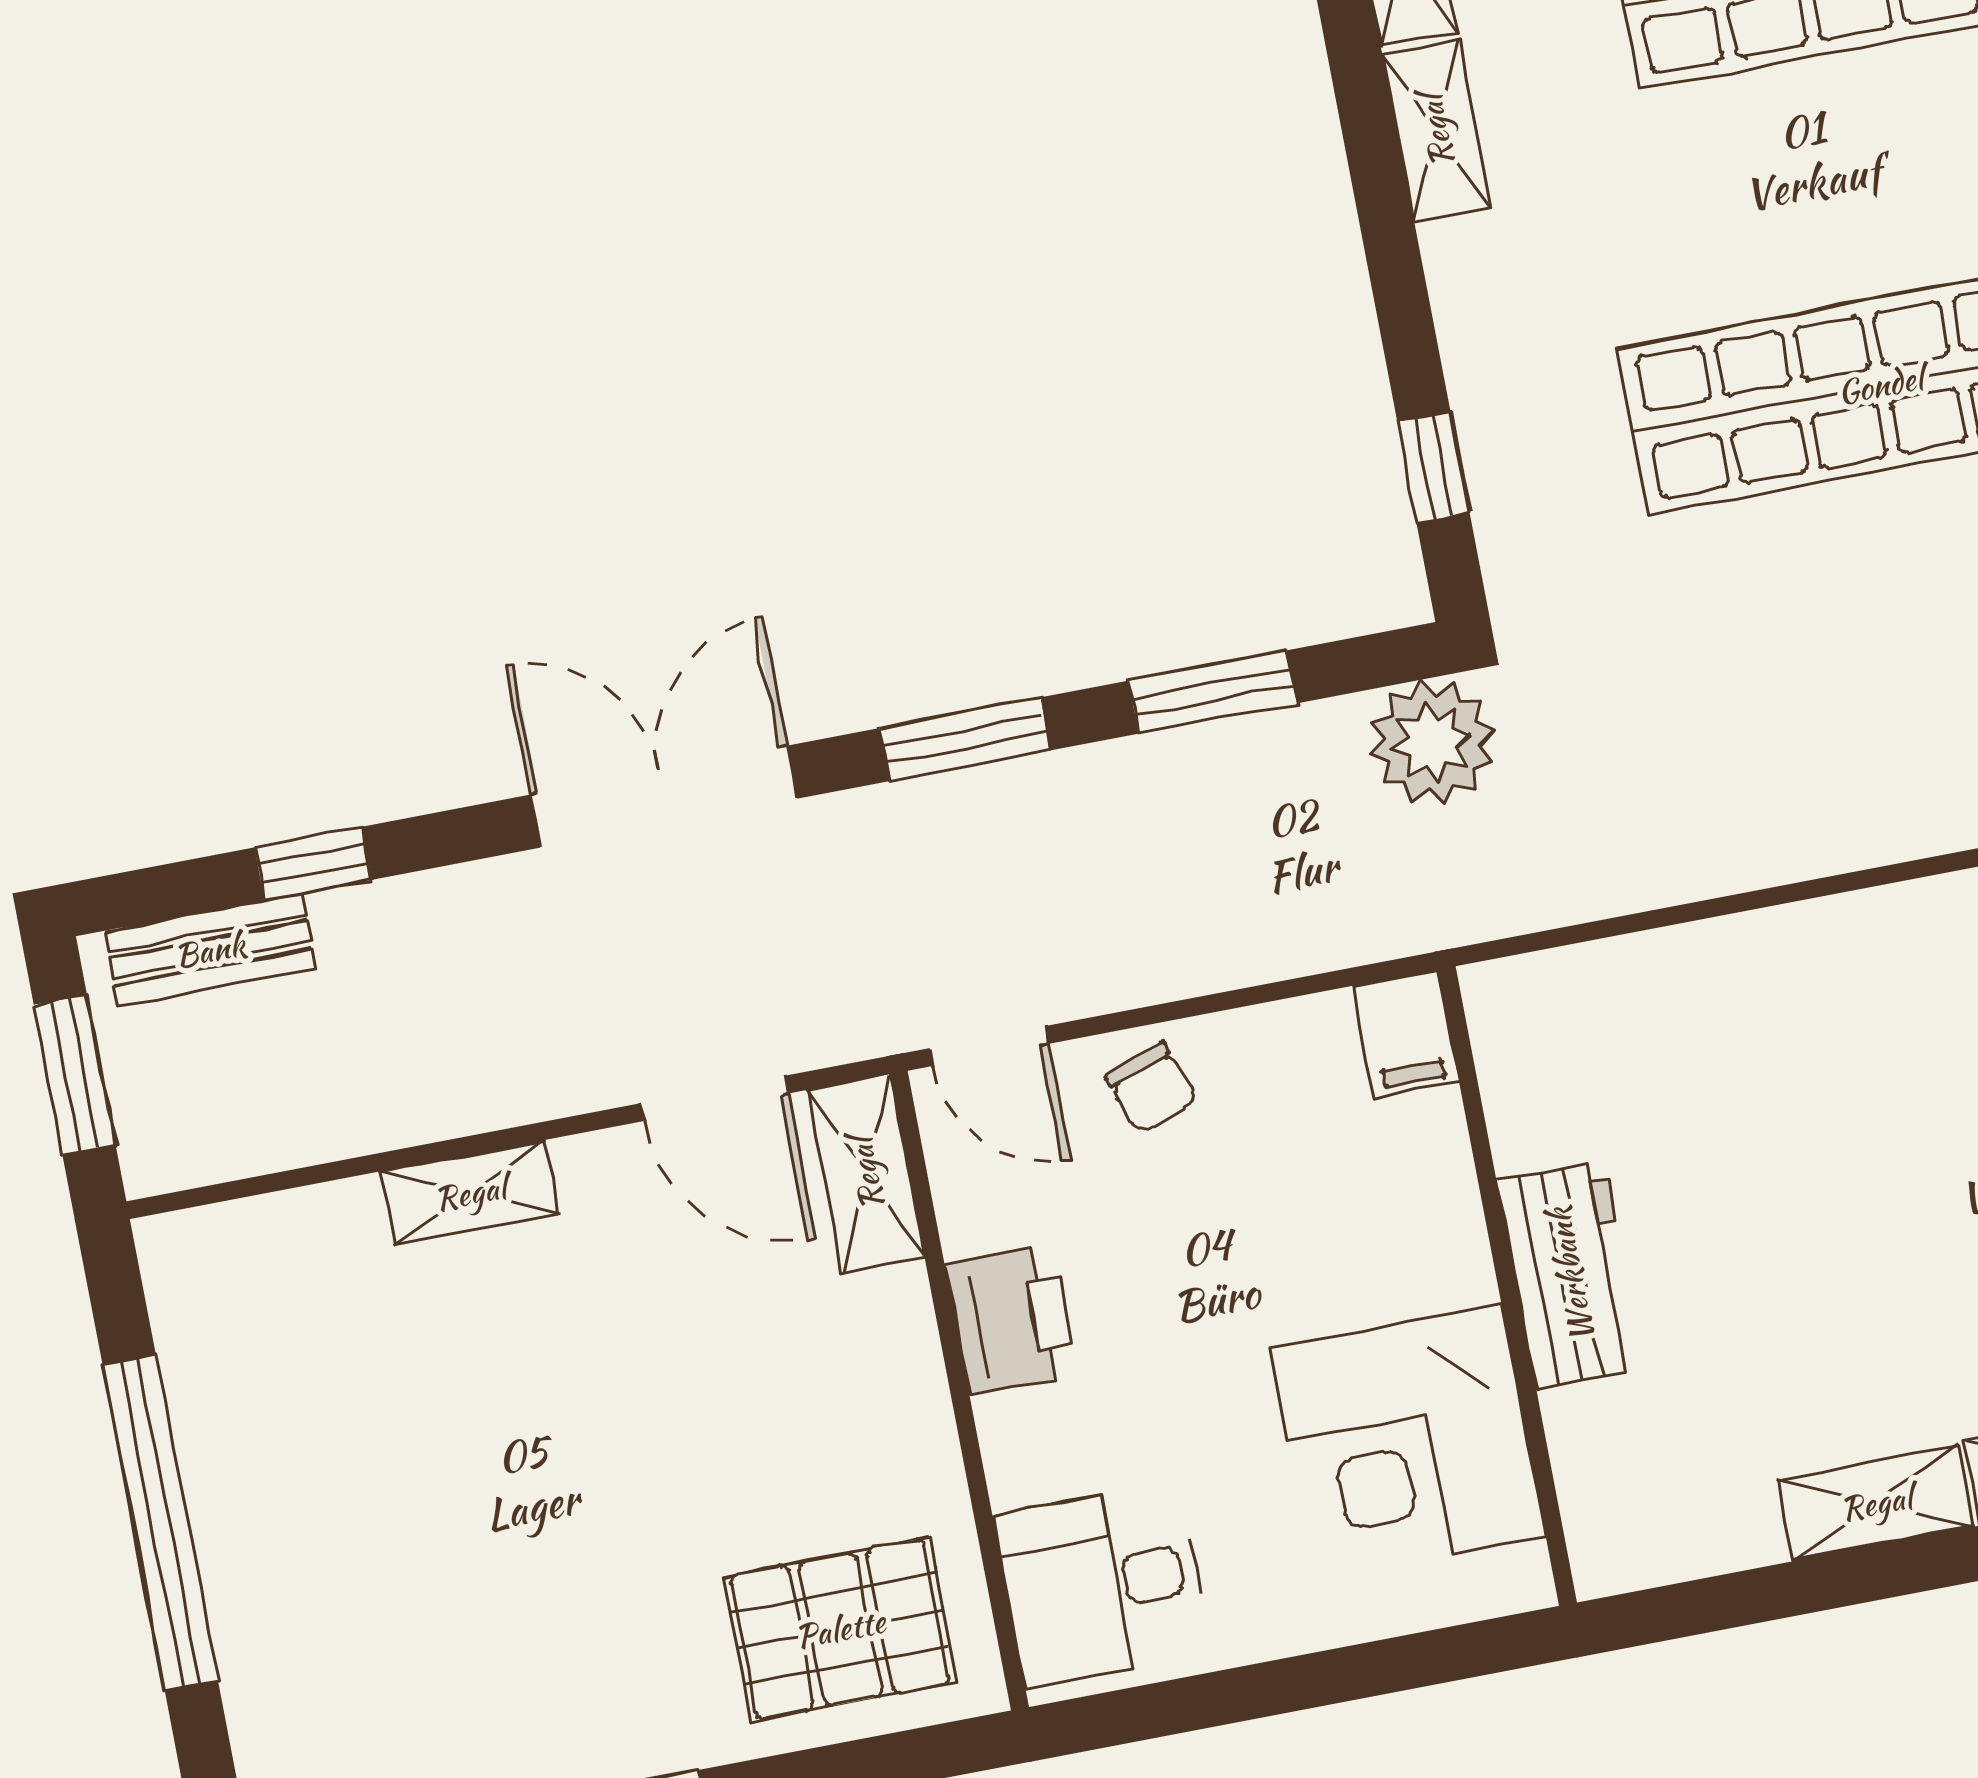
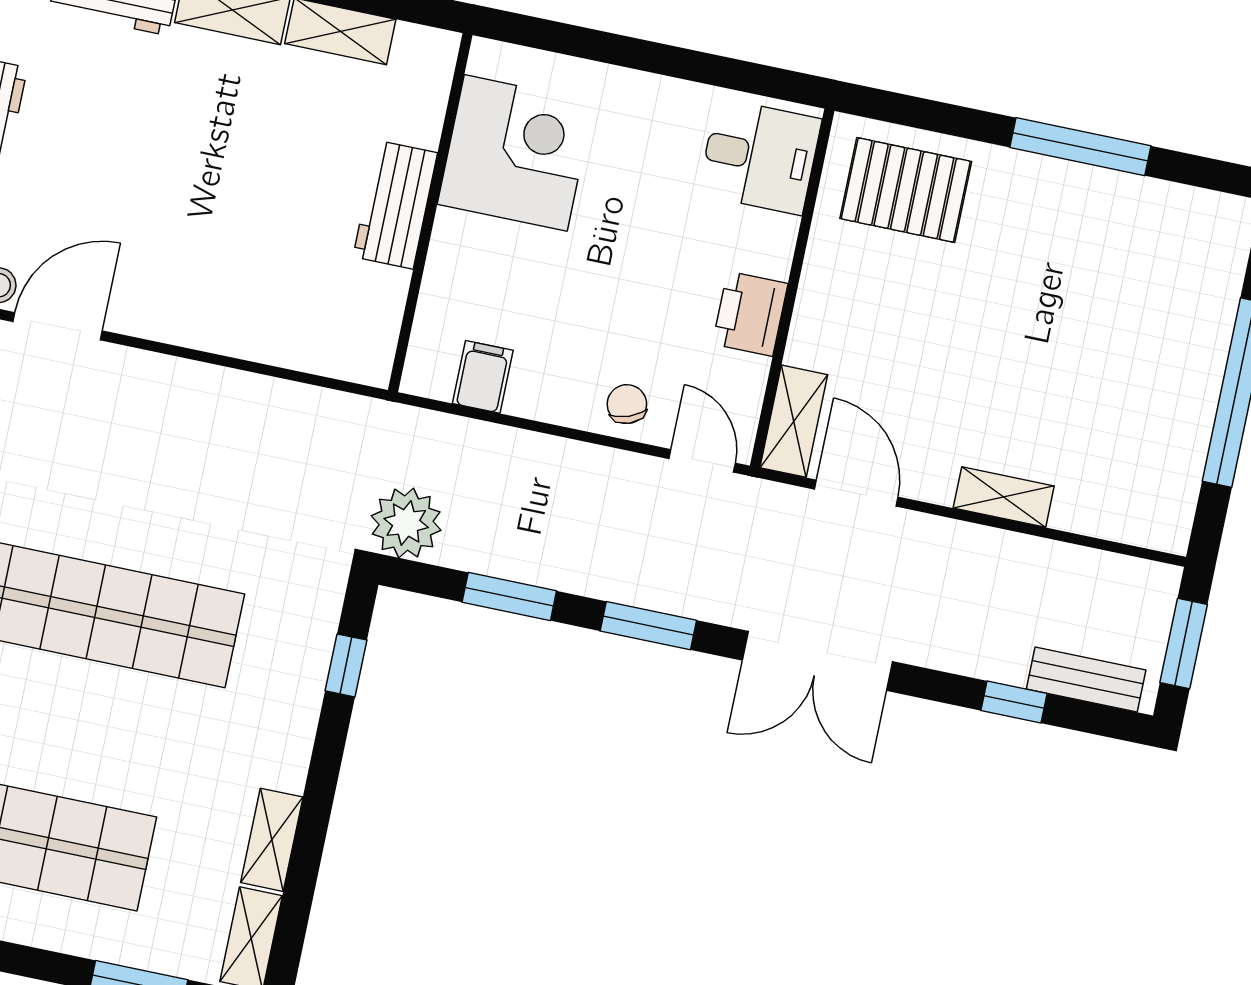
workbench: (1570, 1275) -> (395, 205), moved
wall: (1507, 1286) -> (430, 213), moved
corner desk: (1408, 1442) -> (516, 153), moved

